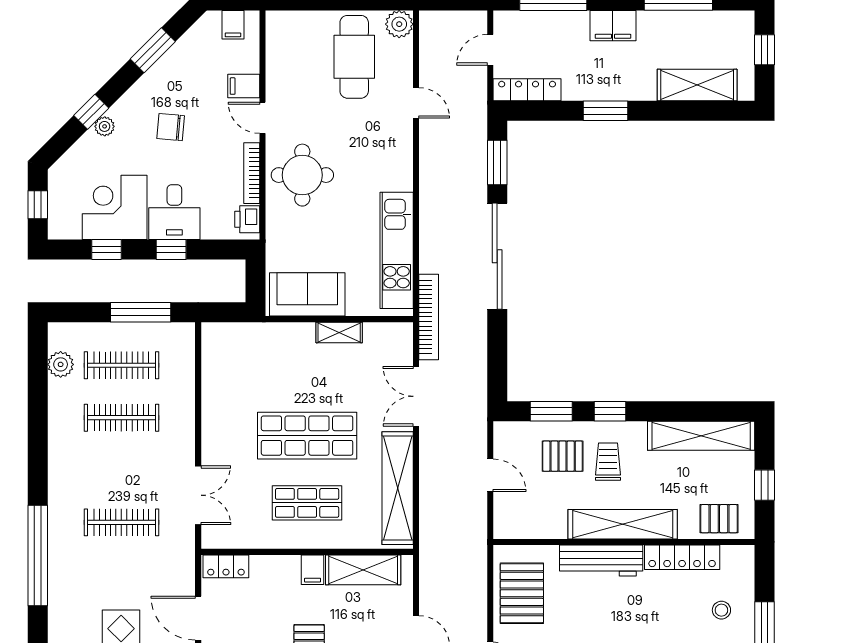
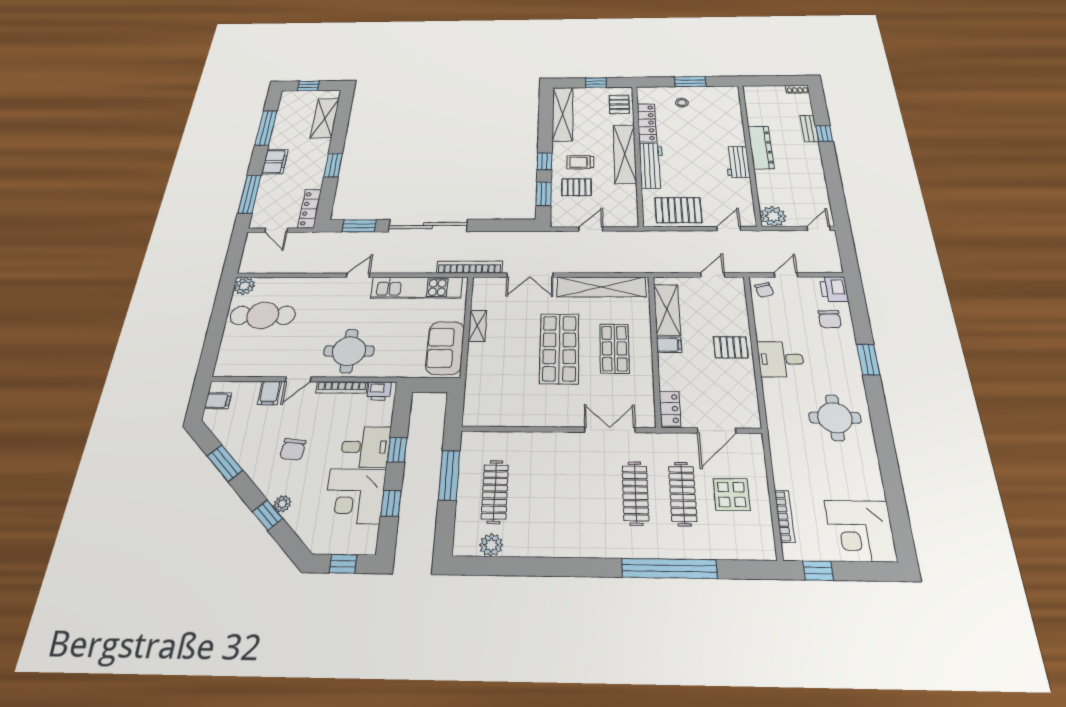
door: (416, 103) -> (358, 275), moved
clothes rail: (121, 418) -> (683, 494), moved
pallet: (563, 456) -> (576, 187), turned 90

